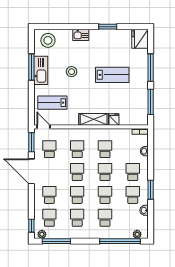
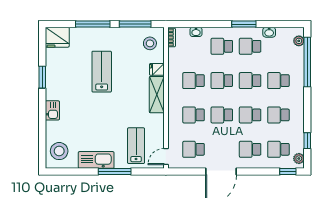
window: (31, 67) -> (115, 172), moved
stool: (72, 72) -> (150, 43), moved
lab bench: (52, 103) -> (136, 146), turned 180
window: (31, 142) -> (185, 172), removed
window: (56, 241) -> (307, 141), width x0.46

